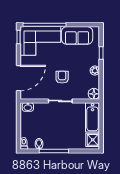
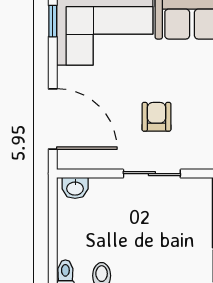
door: (18, 78) -> (53, 119), hinge flipped

